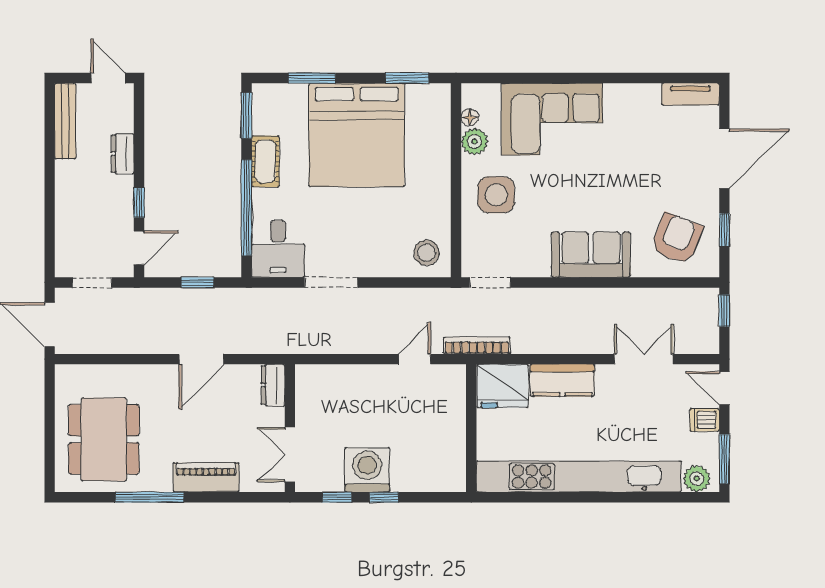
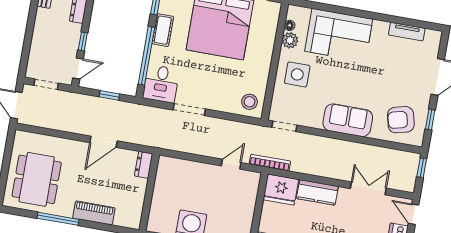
tv unit: (690, 94) -> (407, 32), moved
armchair: (677, 239) -> (401, 120), turned -125
double door: (290, 454) -> (146, 208), removed

